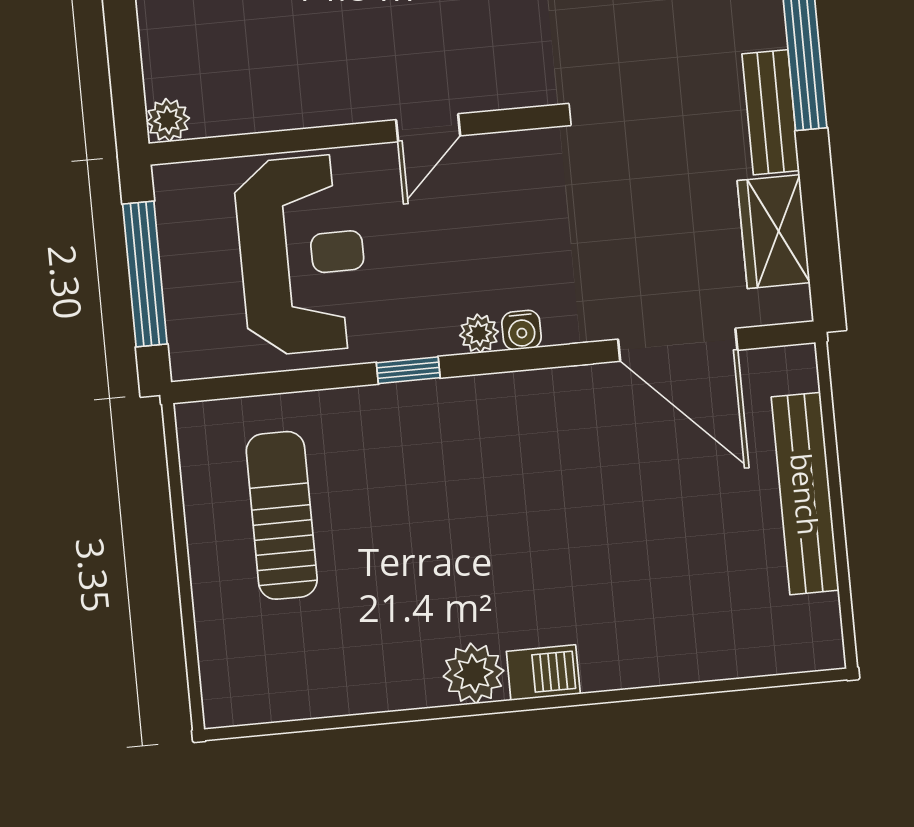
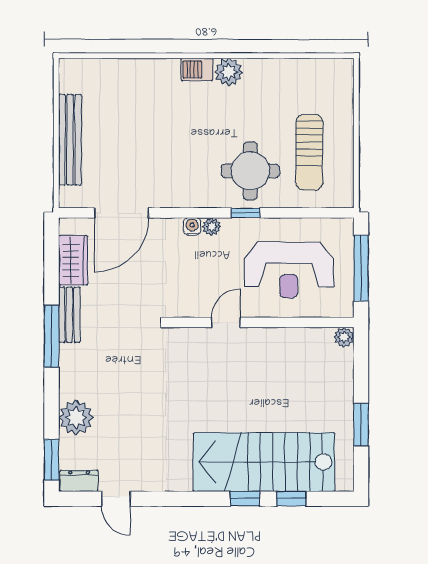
reception desk: (302, 255) -> (289, 270), turned -90
door: (678, 345) -> (122, 213), swing flipped
round table: (406, 463) -> (250, 171), added

